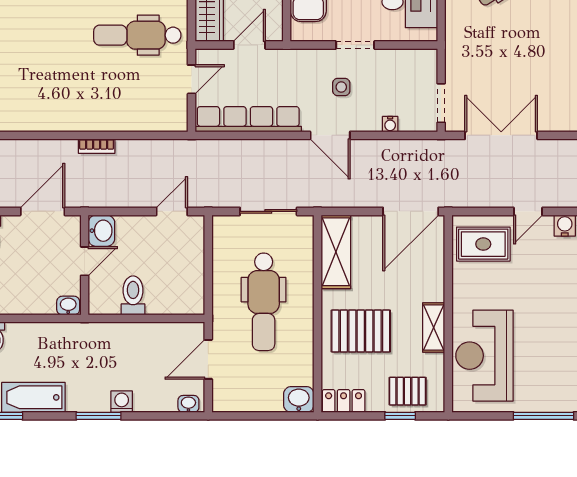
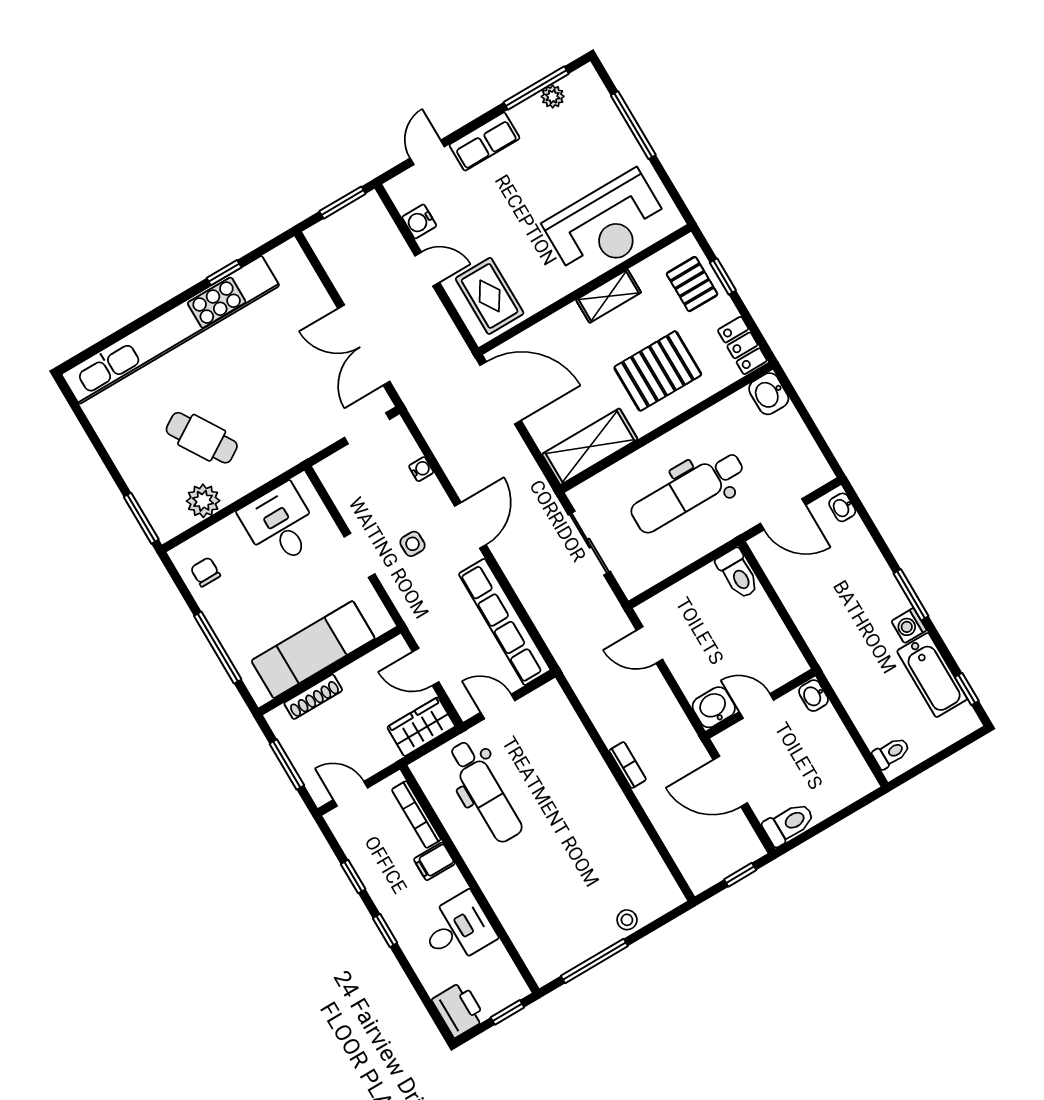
toilet: (133, 295) -> (738, 574), moved, turned -90
dental chair: (264, 302) -> (688, 492), turned 180
pallet: (361, 331) -> (658, 371), turned 90
washing machine: (122, 402) -> (909, 626), moved

